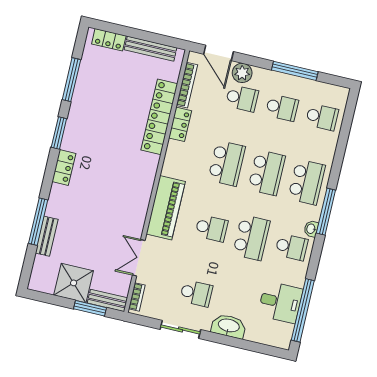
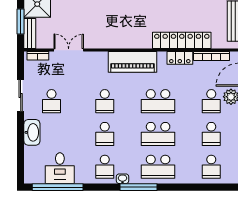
piano: (166, 208) -> (133, 62), moved
school desk: (251, 238) -> (105, 134), width x0.54

